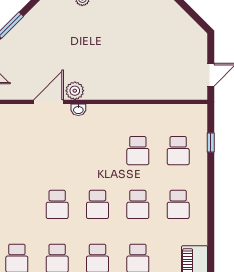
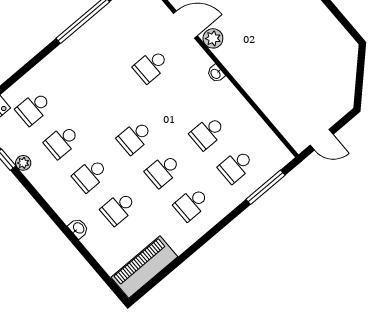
washbasin: (78, 110) -> (216, 74), moved
window: (211, 142) -> (266, 187), width x2.17
school desk: (57, 204) -> (151, 66), moved

